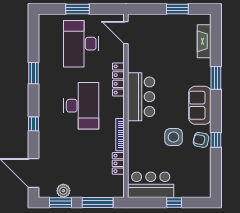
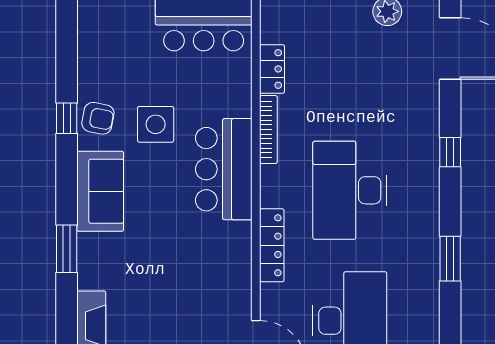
bar counter: (141, 97) -> (224, 169), moved

